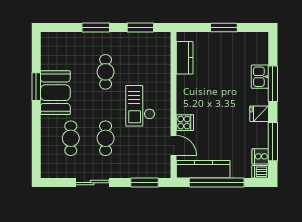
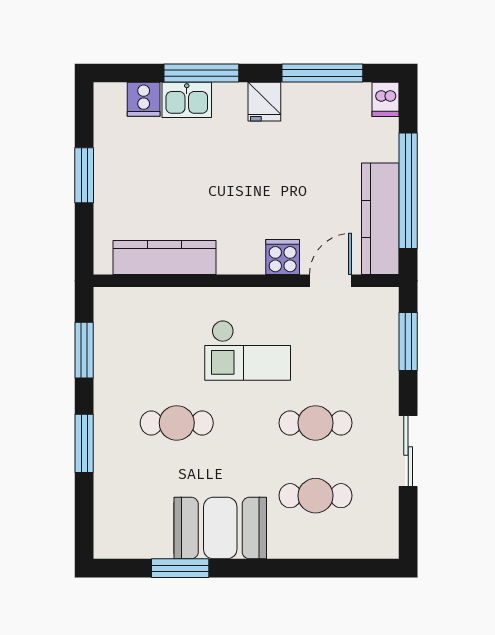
kitchen counter: (185, 58) -> (165, 258), width x1.50
window: (36, 87) -> (180, 568), moved
cooker: (260, 156) -> (144, 99), moved

